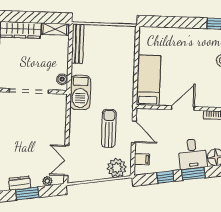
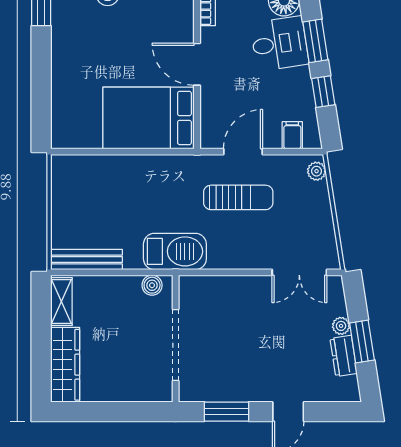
bed: (148, 80) -> (148, 118), width x1.50
sun lounger: (109, 128) -> (238, 197), turned 180
plant: (117, 168) -> (317, 171), width x0.53, depth x0.53
plant: (47, 181) -> (341, 326), moved

